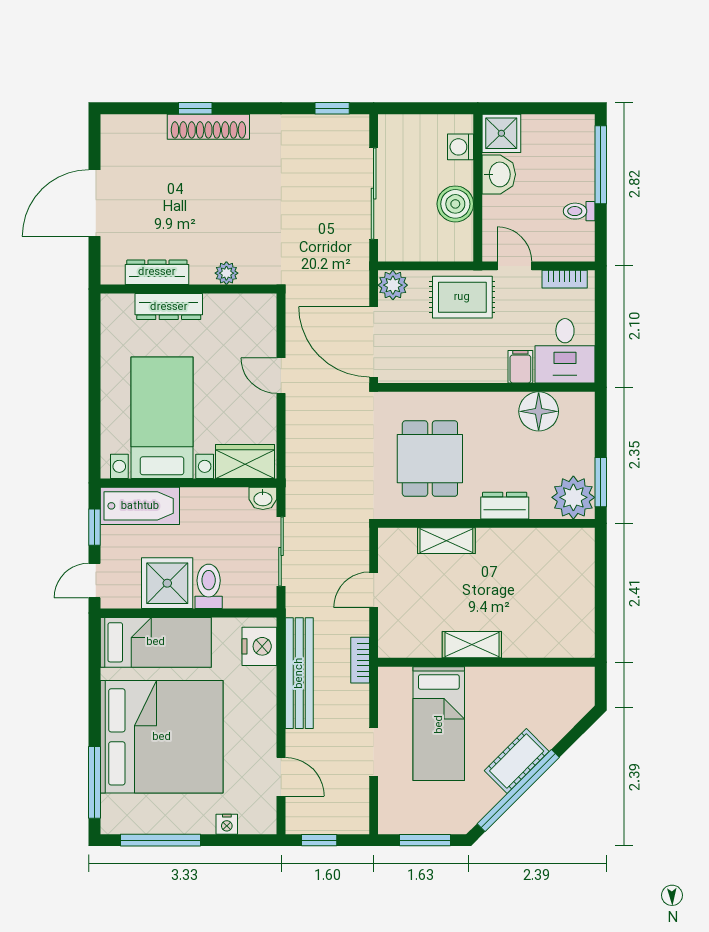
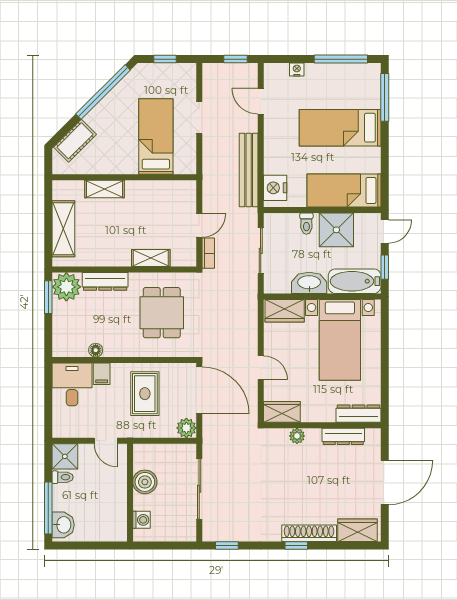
window: (195, 108) -> (296, 546), moved
wardrobe: (136, 131) -> (357, 530), added
shower: (501, 133) -> (65, 456), moved
washbasin: (499, 174) -> (63, 525), moved, turned 180
bookcase: (565, 279) -> (72, 432), removed
rug: (462, 297) -> (145, 394), moved, turned 90
dresser: (169, 307) -> (359, 414), moved
wardrobe: (249, 309) -> (282, 412), added
floor lamp: (539, 411) -> (96, 350), width x0.53, depth x0.53
washbasin: (263, 498) -> (309, 283), moved, width x1.91, depth x1.45
dresser: (505, 506) -> (105, 281), width x1.44
shelving: (578, 585) -> (63, 229), added
toilet: (209, 586) -> (306, 224), width x0.73, depth x0.72
shelving: (472, 645) -> (105, 189), moved
bookcase: (360, 660) -> (208, 253), moved
bed: (162, 737) -> (340, 128), width x0.49
cot: (517, 761) -> (75, 141), moved
window: (425, 840) -> (165, 59), width x0.67

